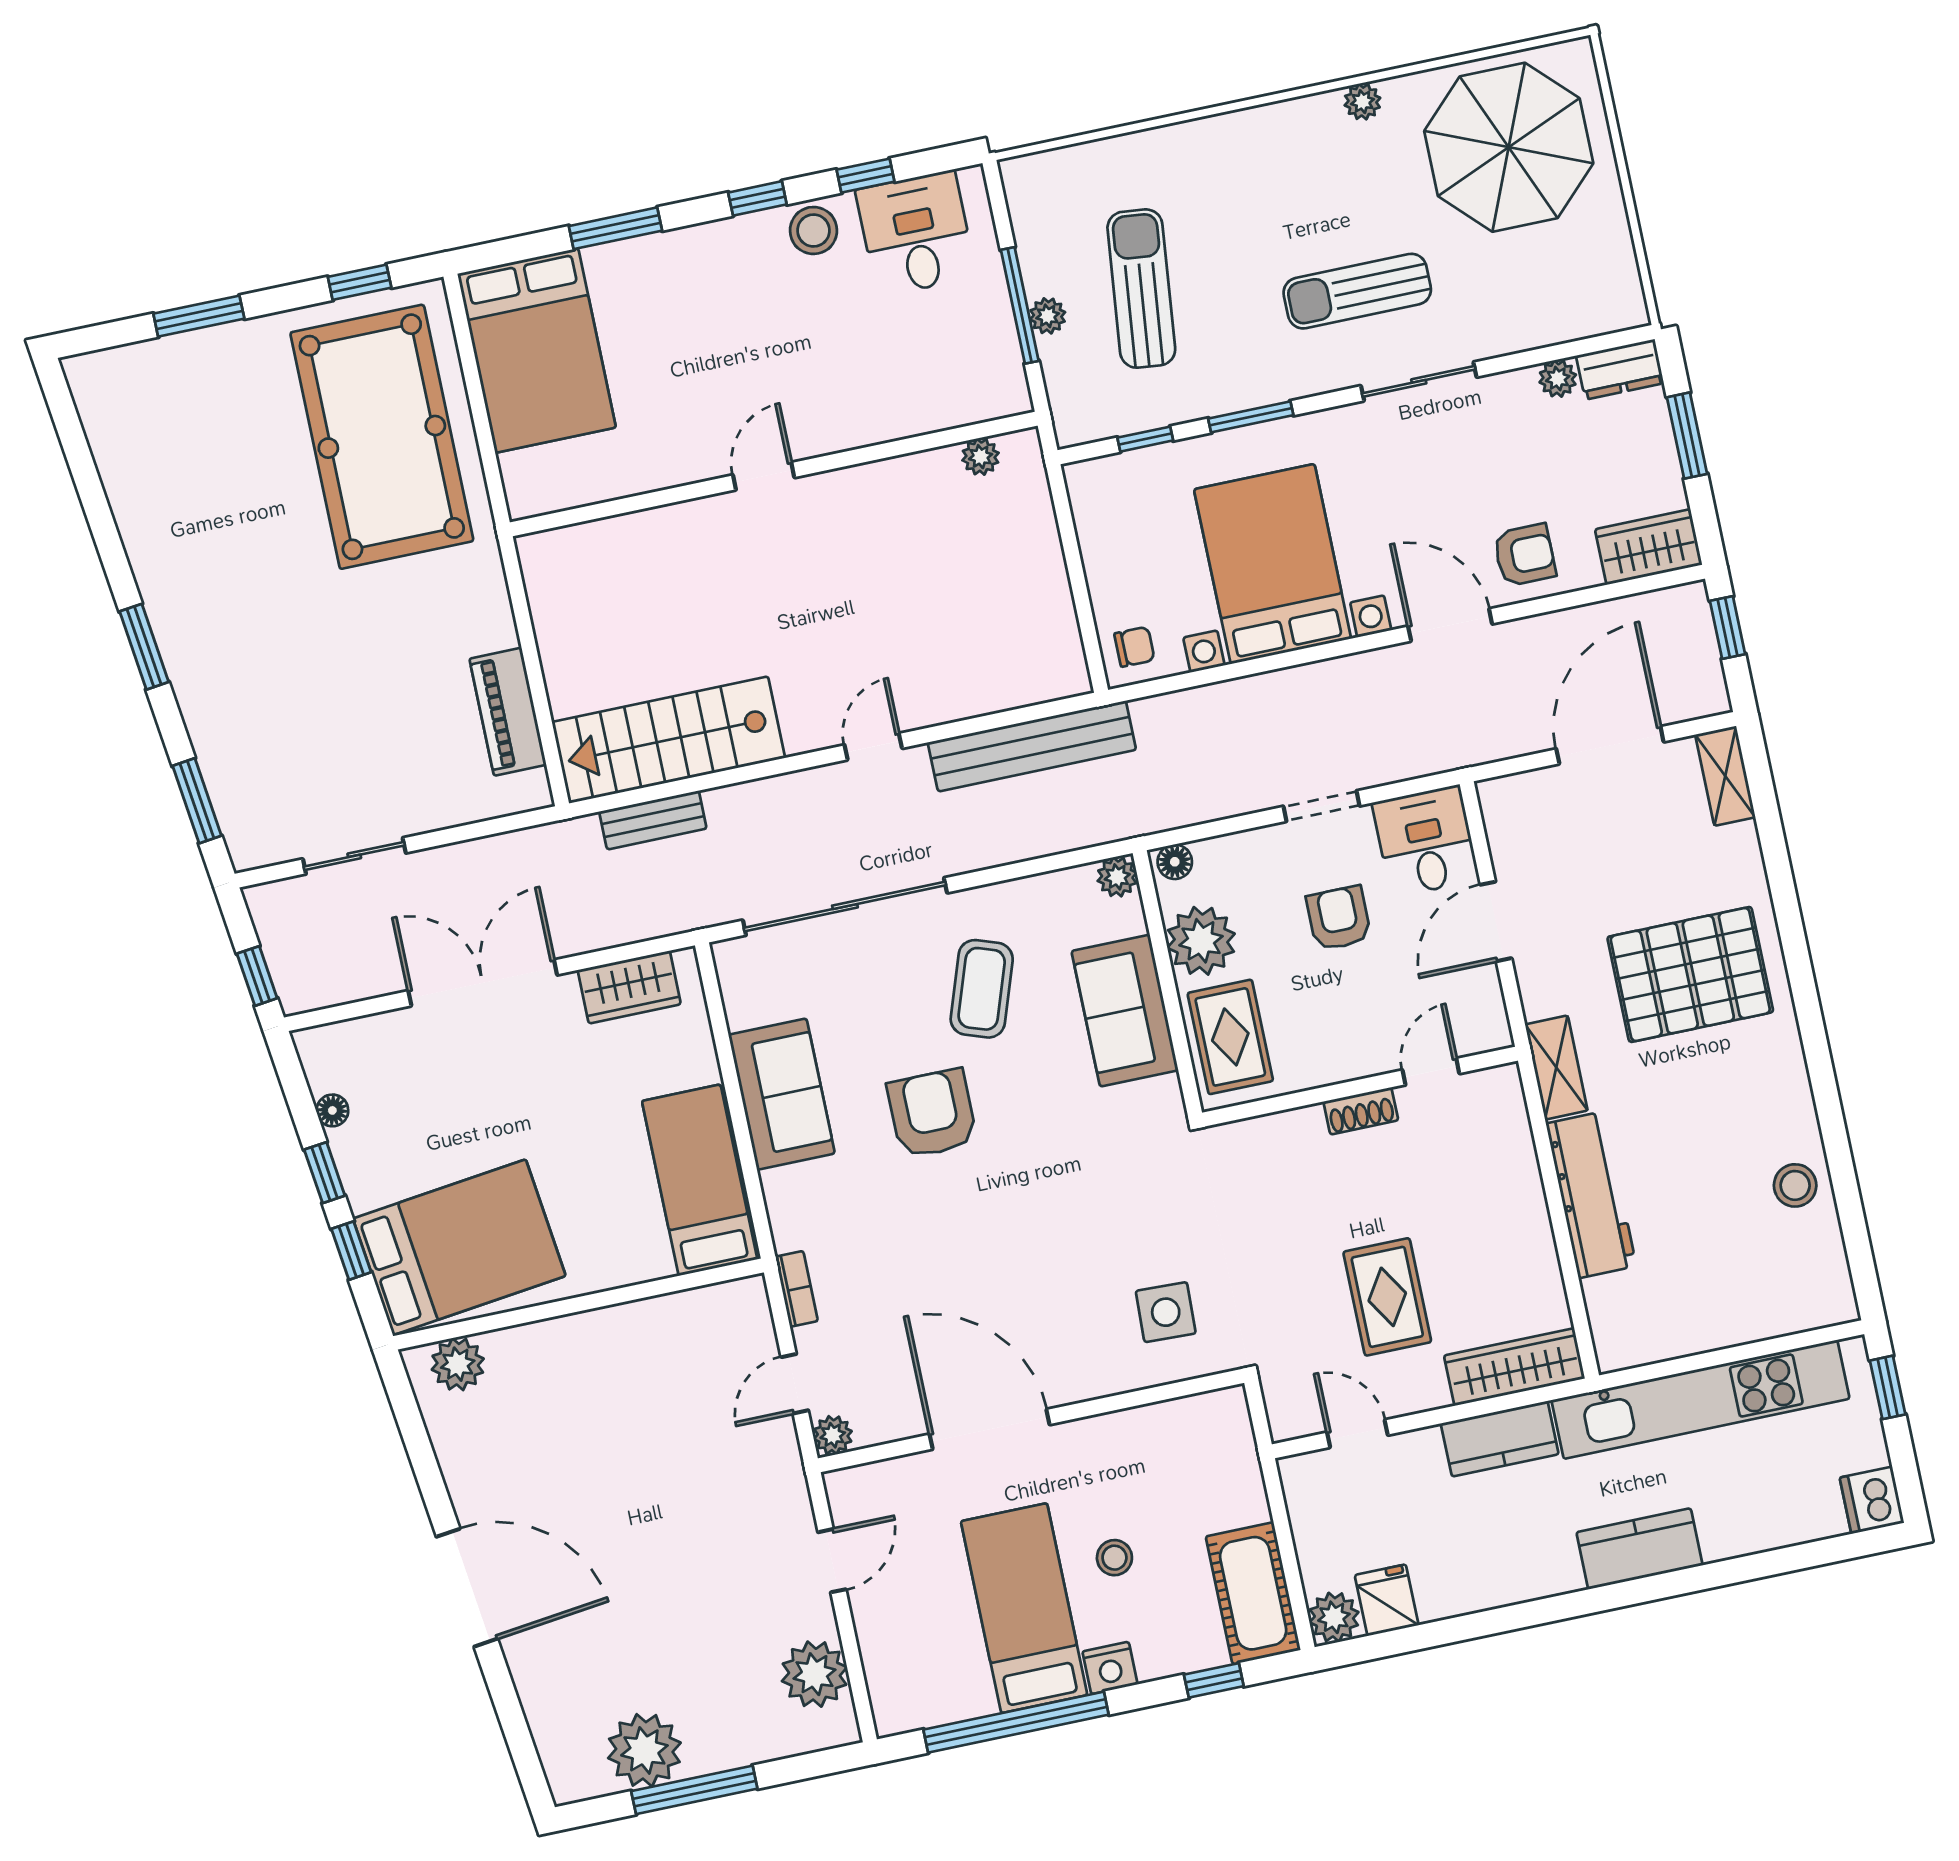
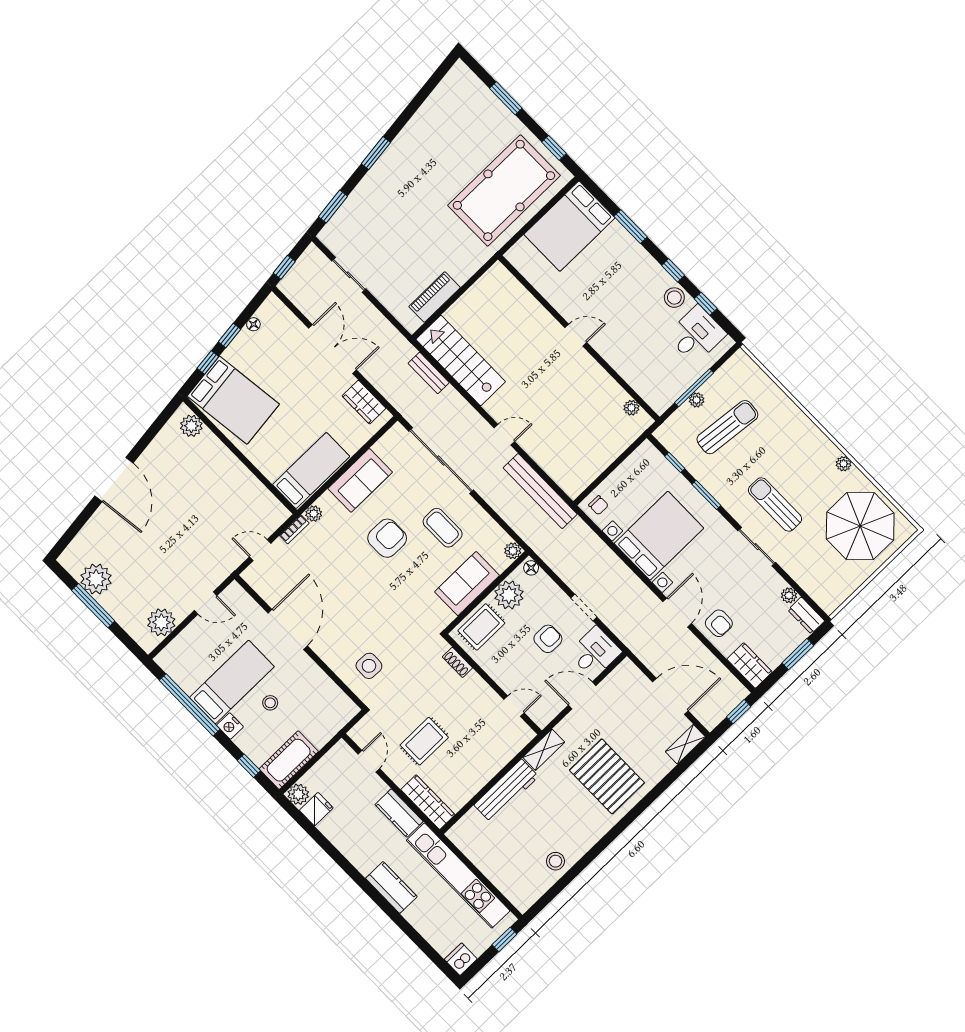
coffee table: (982, 989) -> (443, 528), turned 71
shoe rack: (1361, 1111) -> (457, 662), moved
plant: (833, 1435) -> (314, 514), moved

